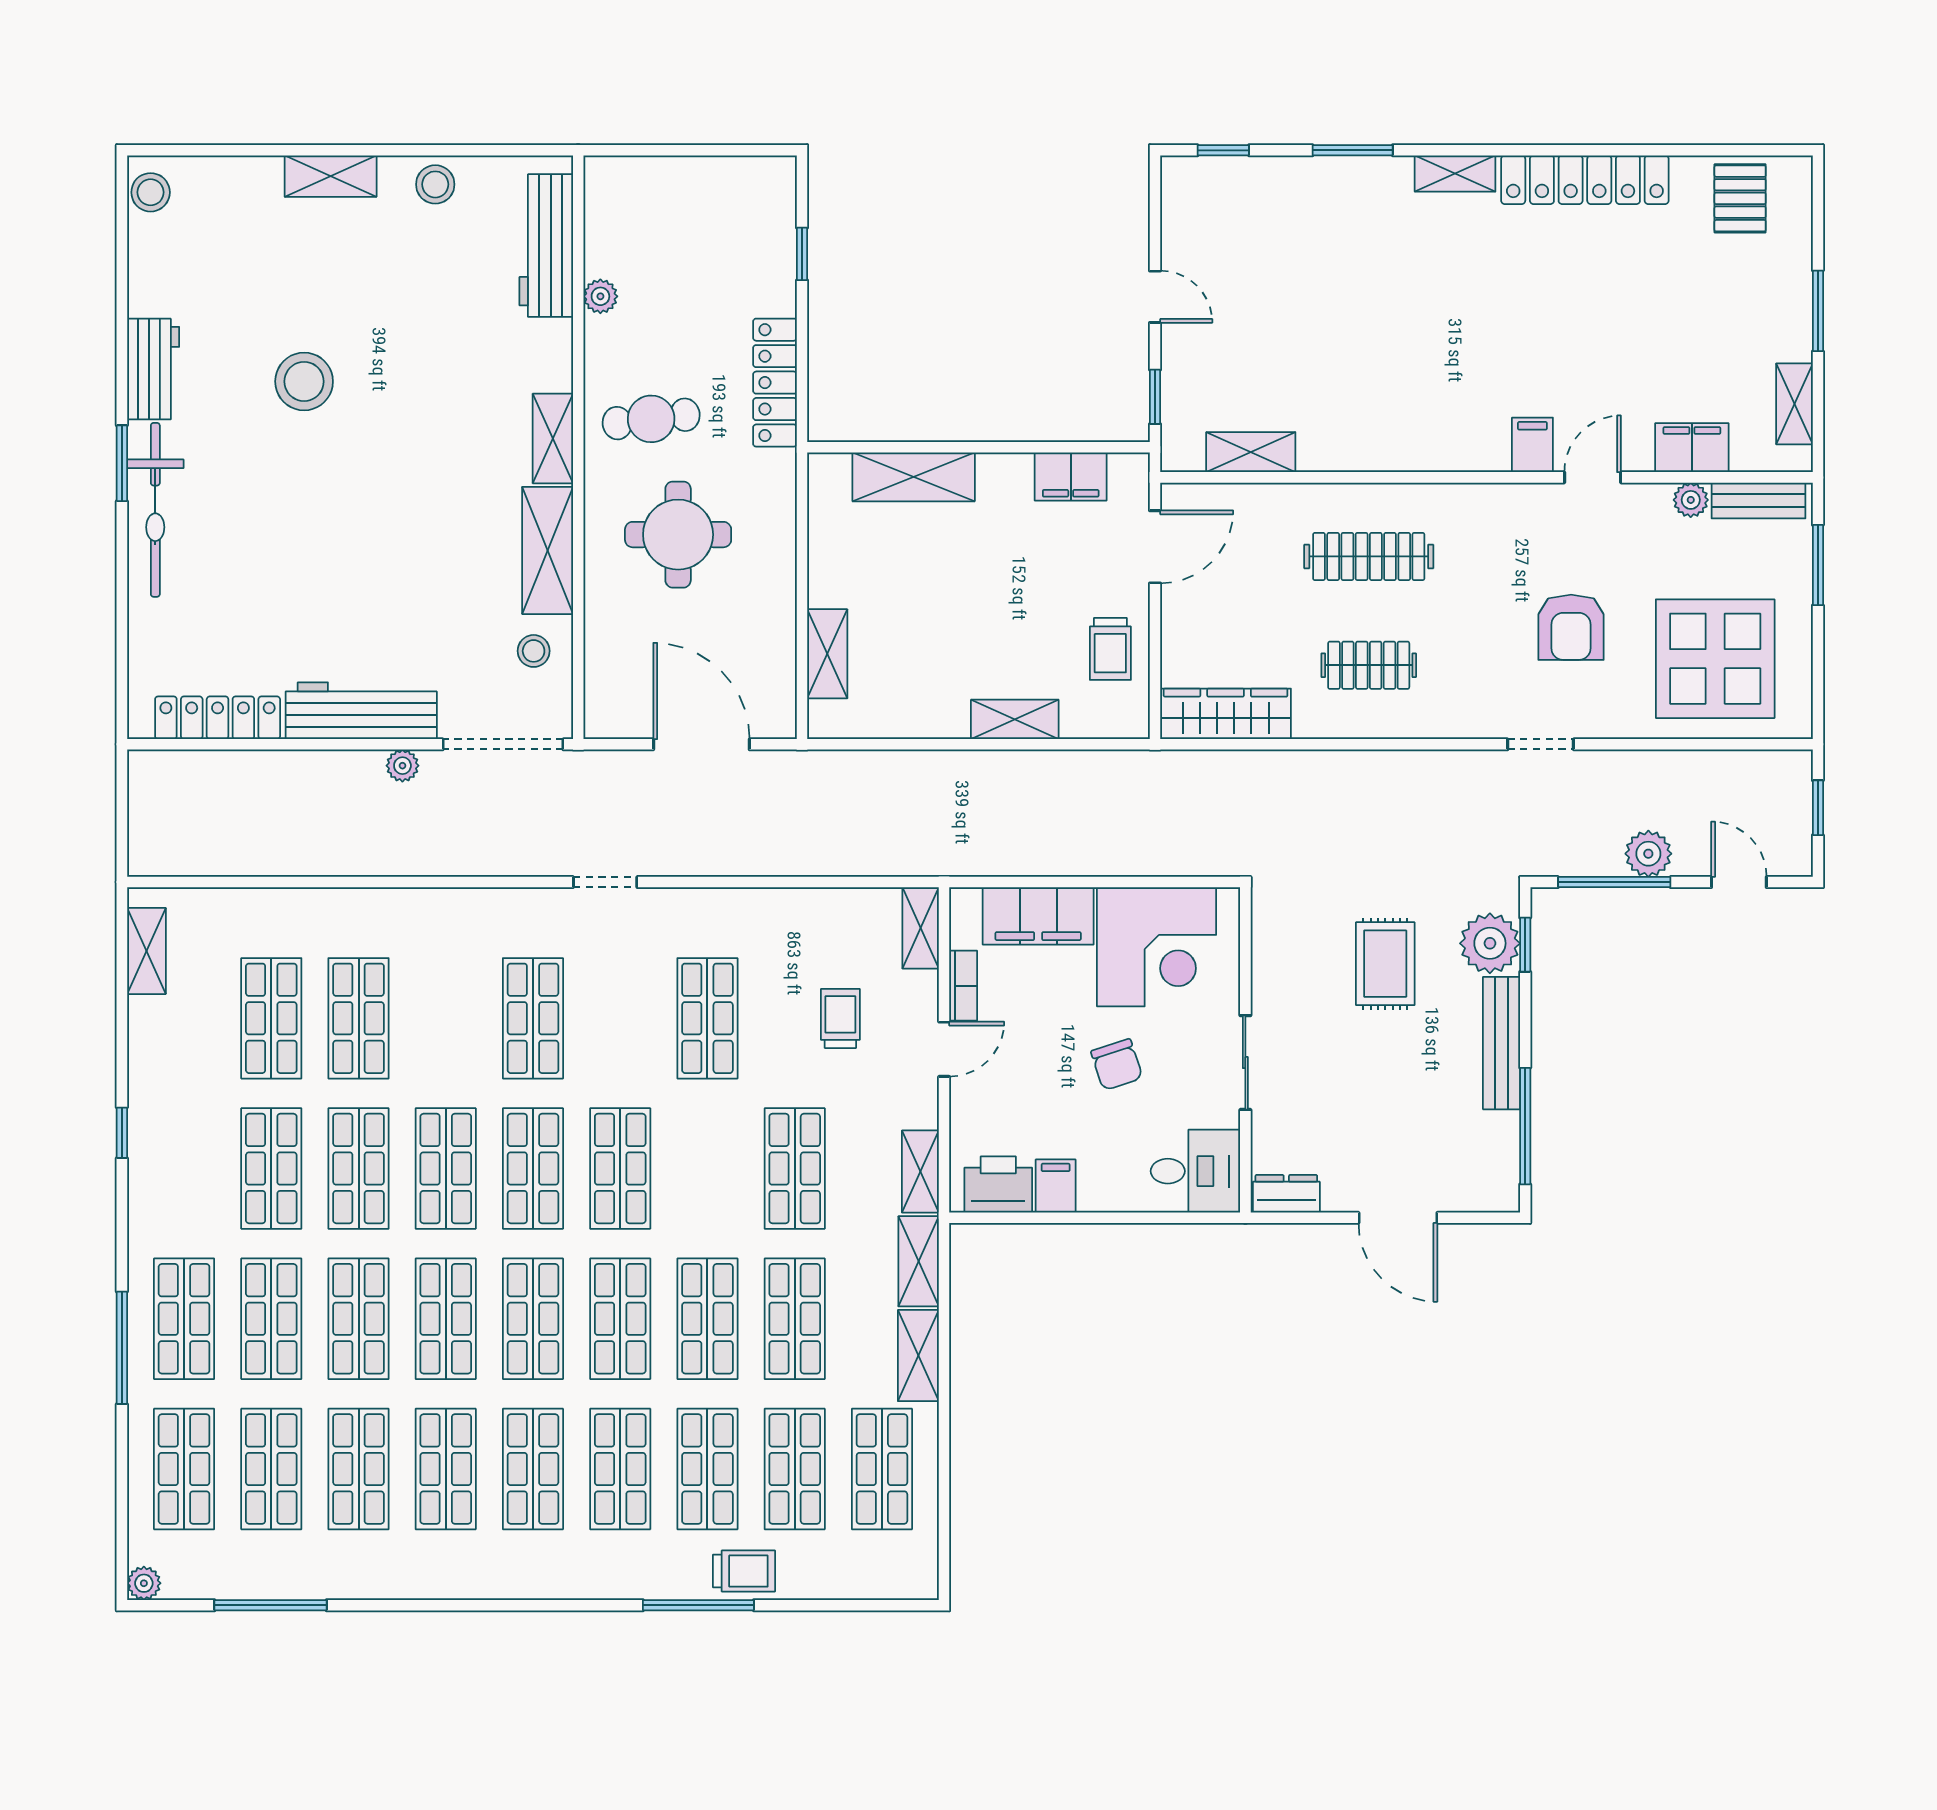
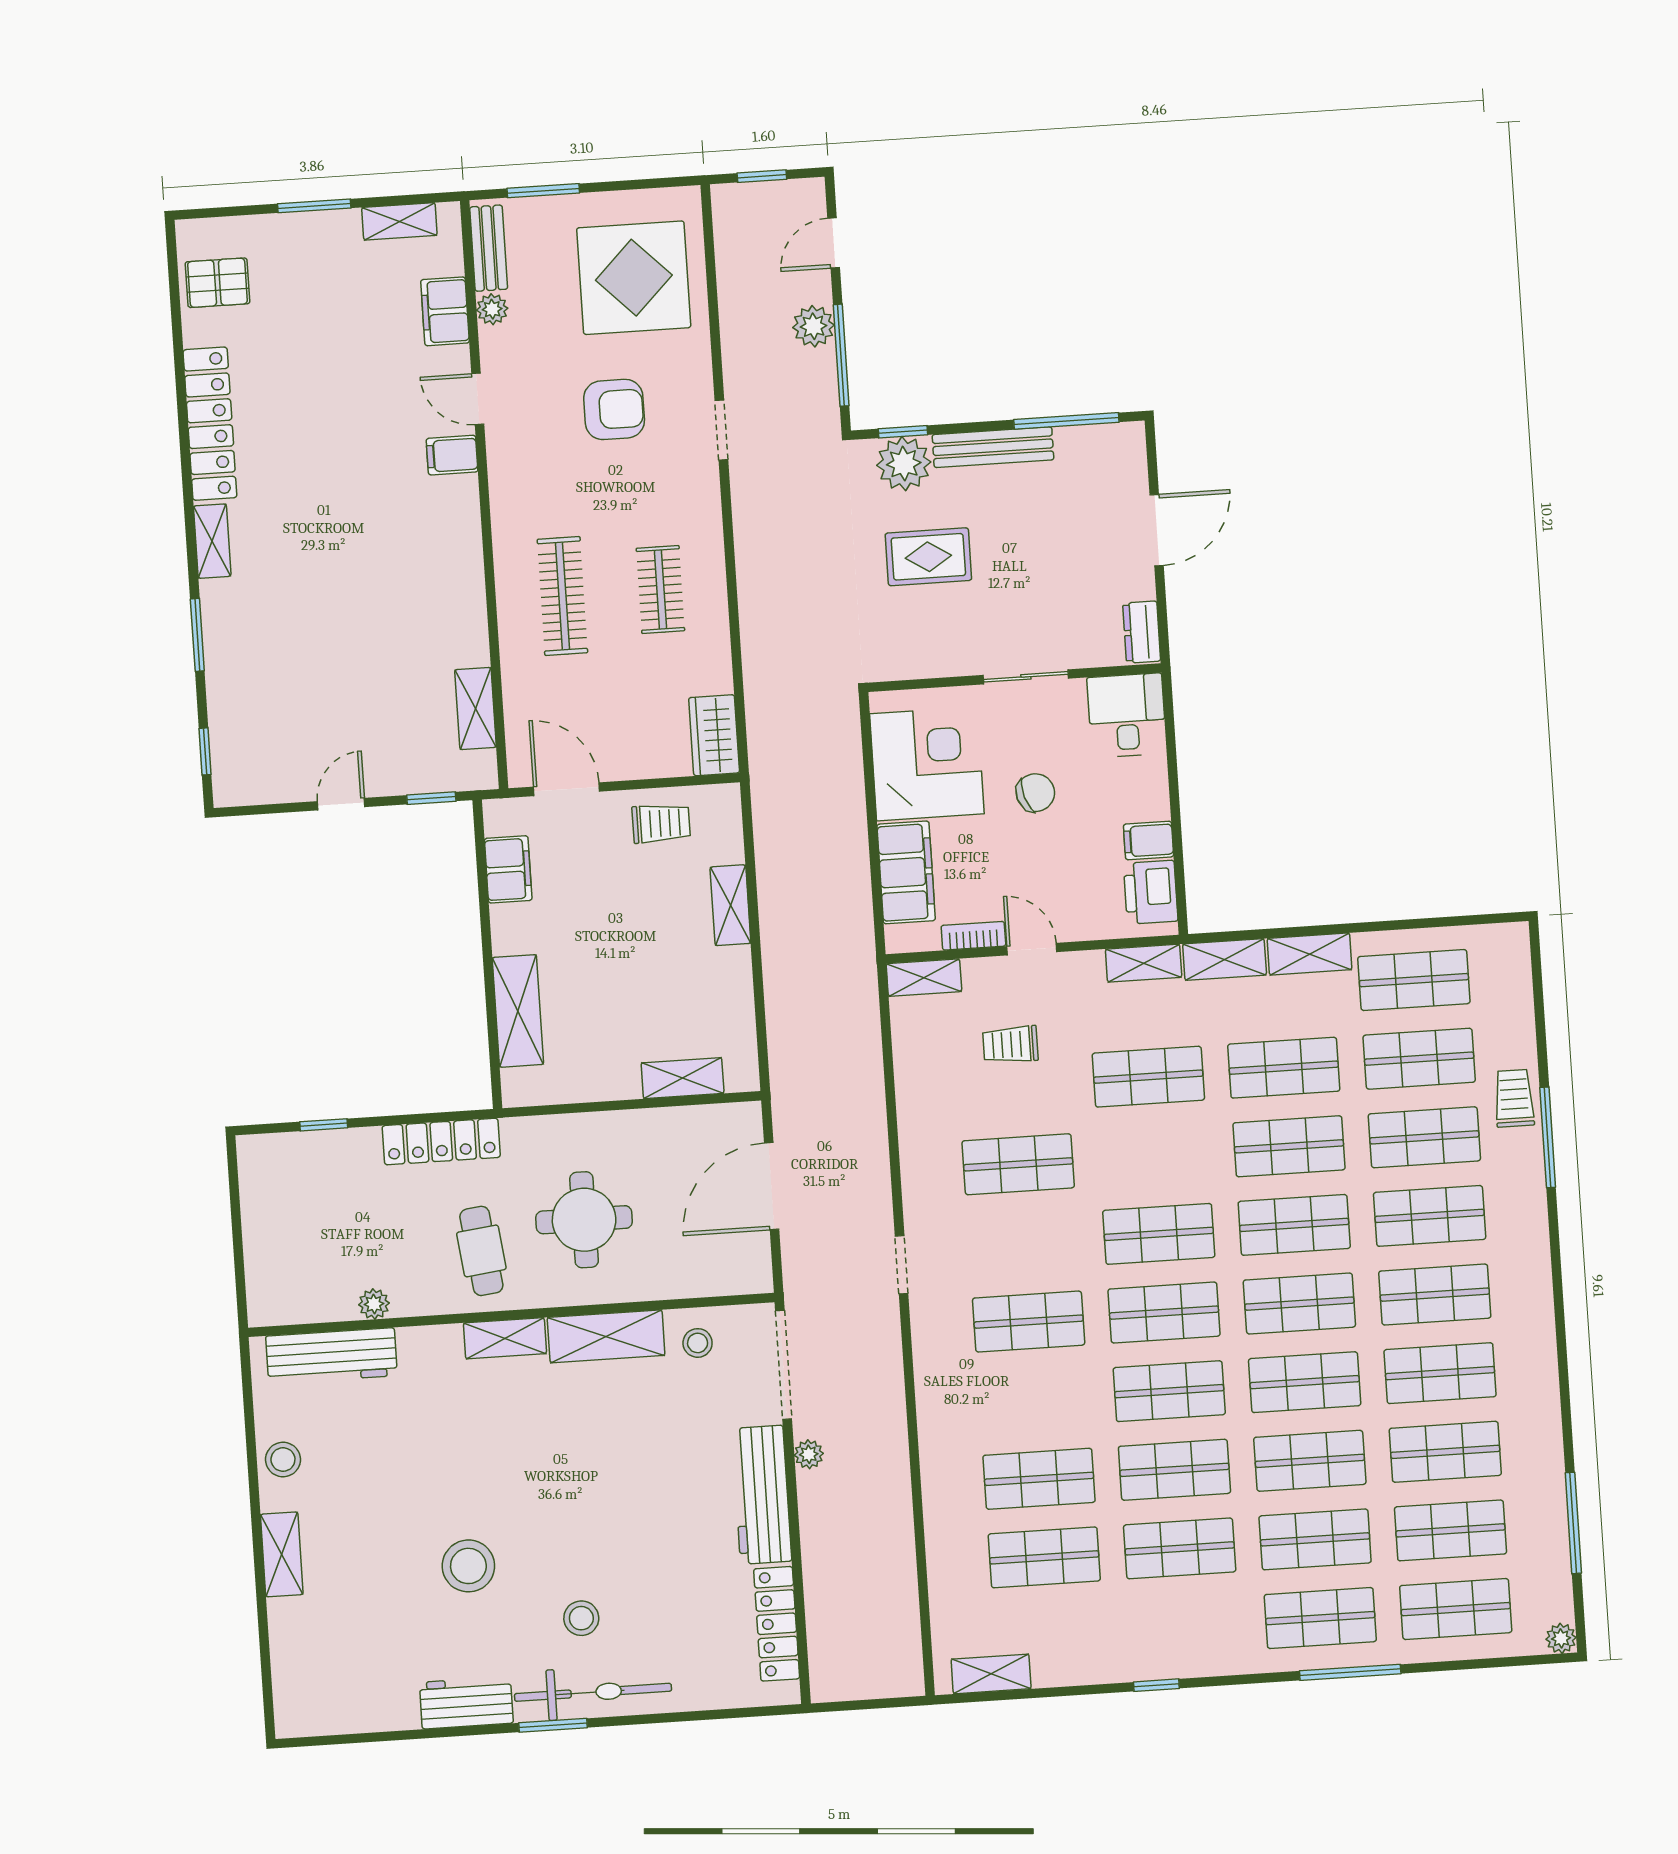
stool: (151, 192) -> (581, 1618), moved
wardrobe: (1226, 714) -> (714, 735), width x0.67

